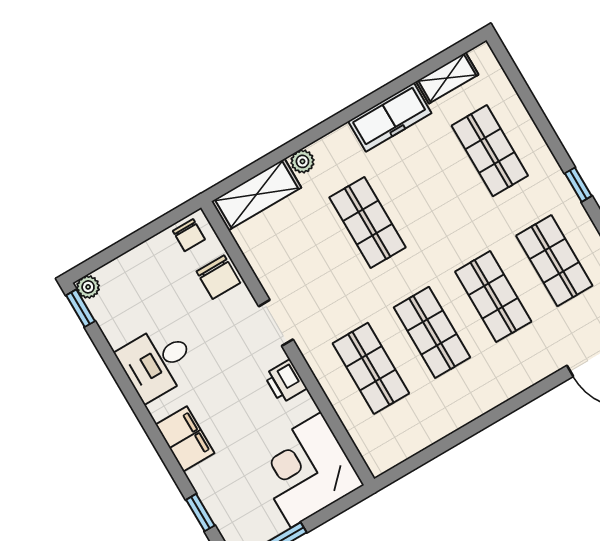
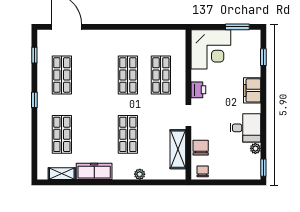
shelving: (257, 194) -> (178, 149), moved, turned 90
plant: (88, 287) -> (255, 148), moved
shop shelf: (493, 297) -> (95, 75), removed

